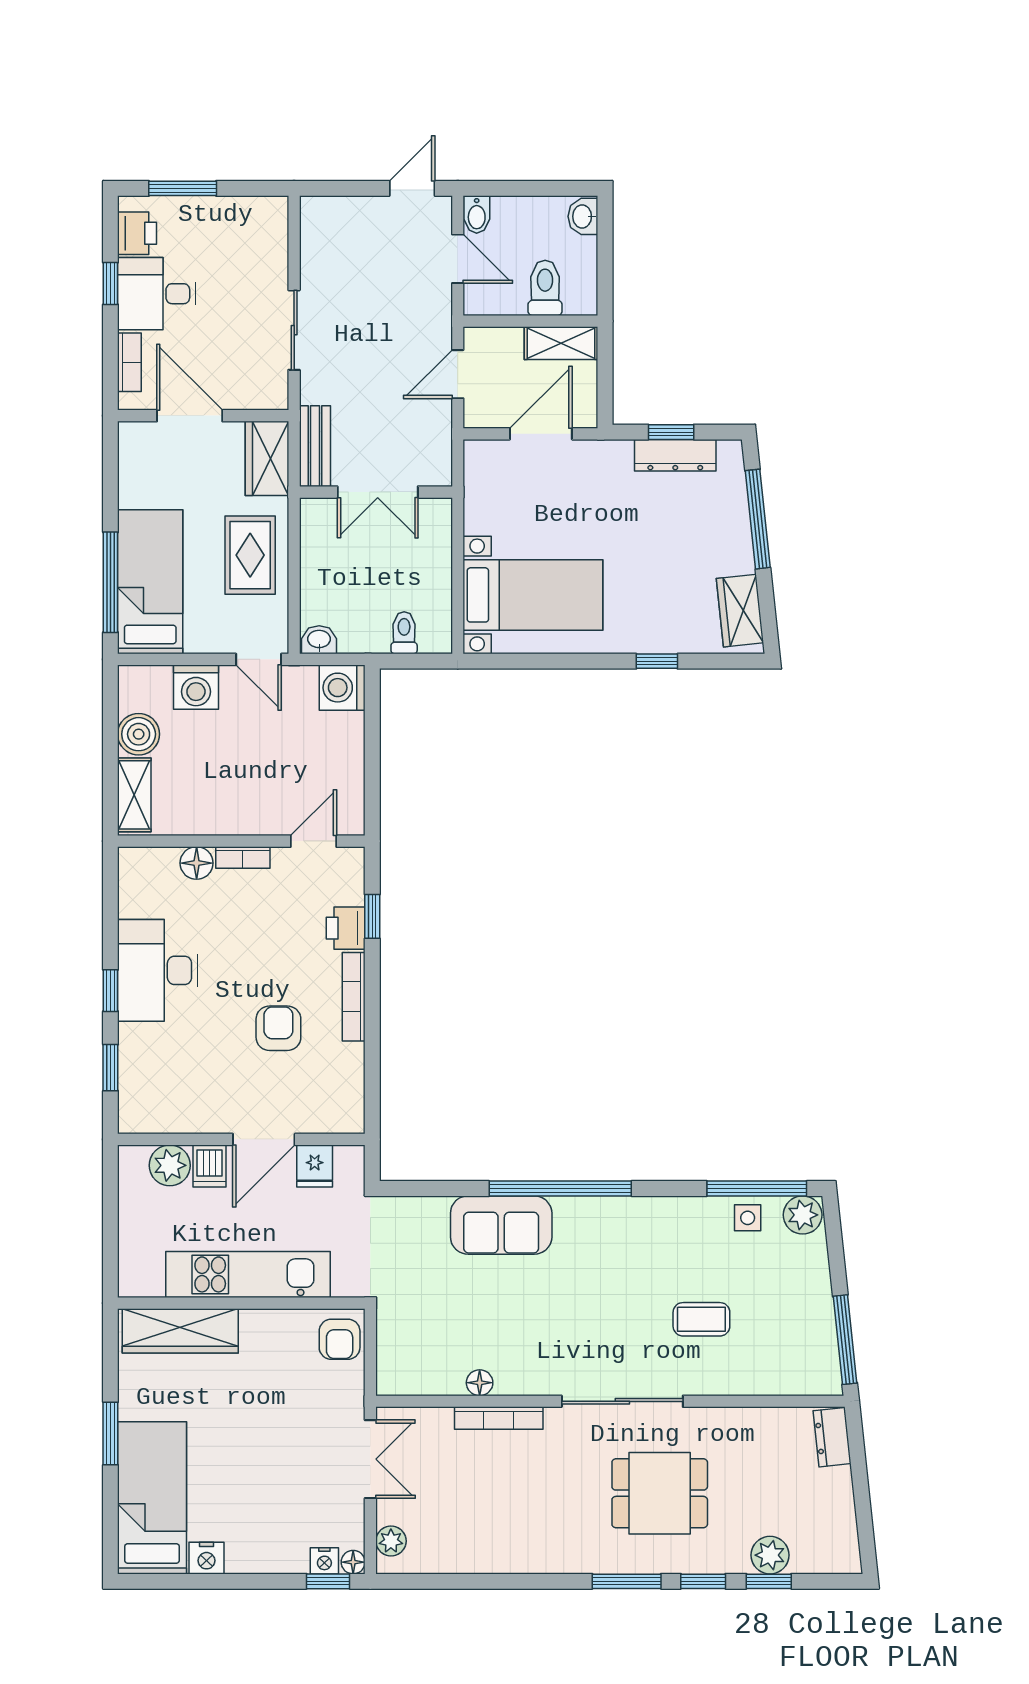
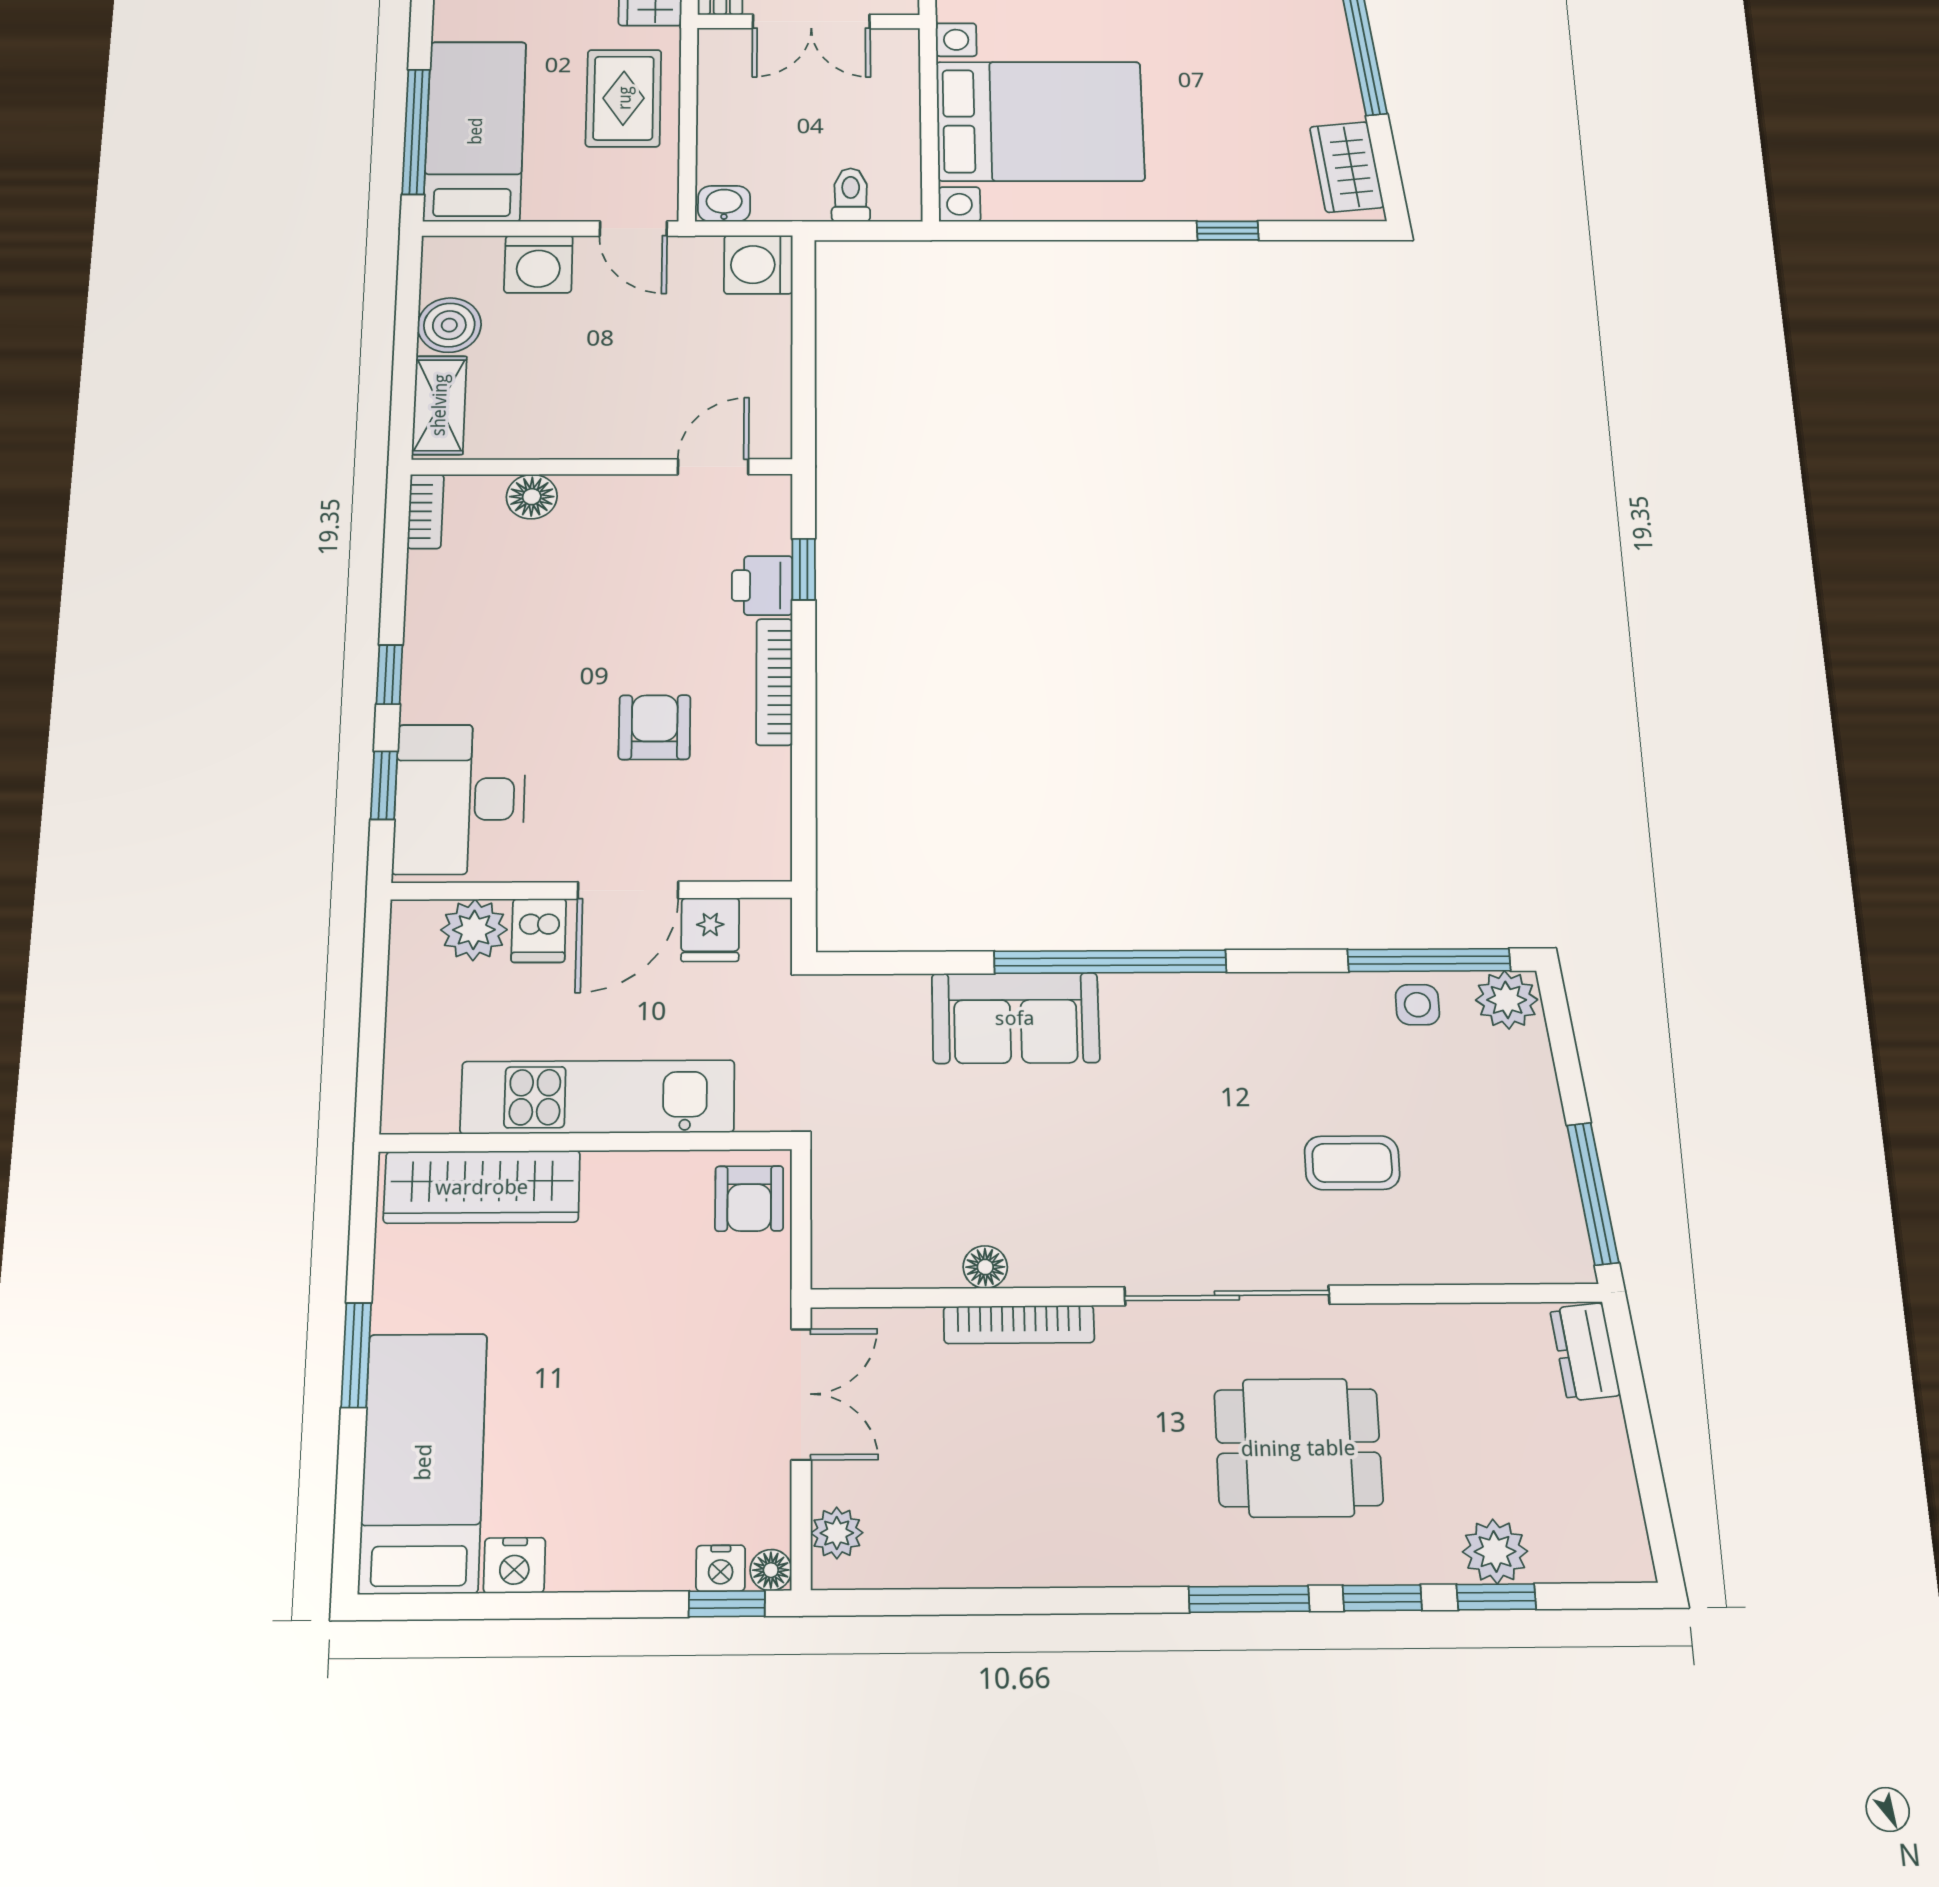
bed with nightstands: (533, 595) -> (1040, 121), width x1.36
bookcase: (243, 857) -> (426, 511), moved, turned -90
desk: (158, 970) -> (460, 799), moved

